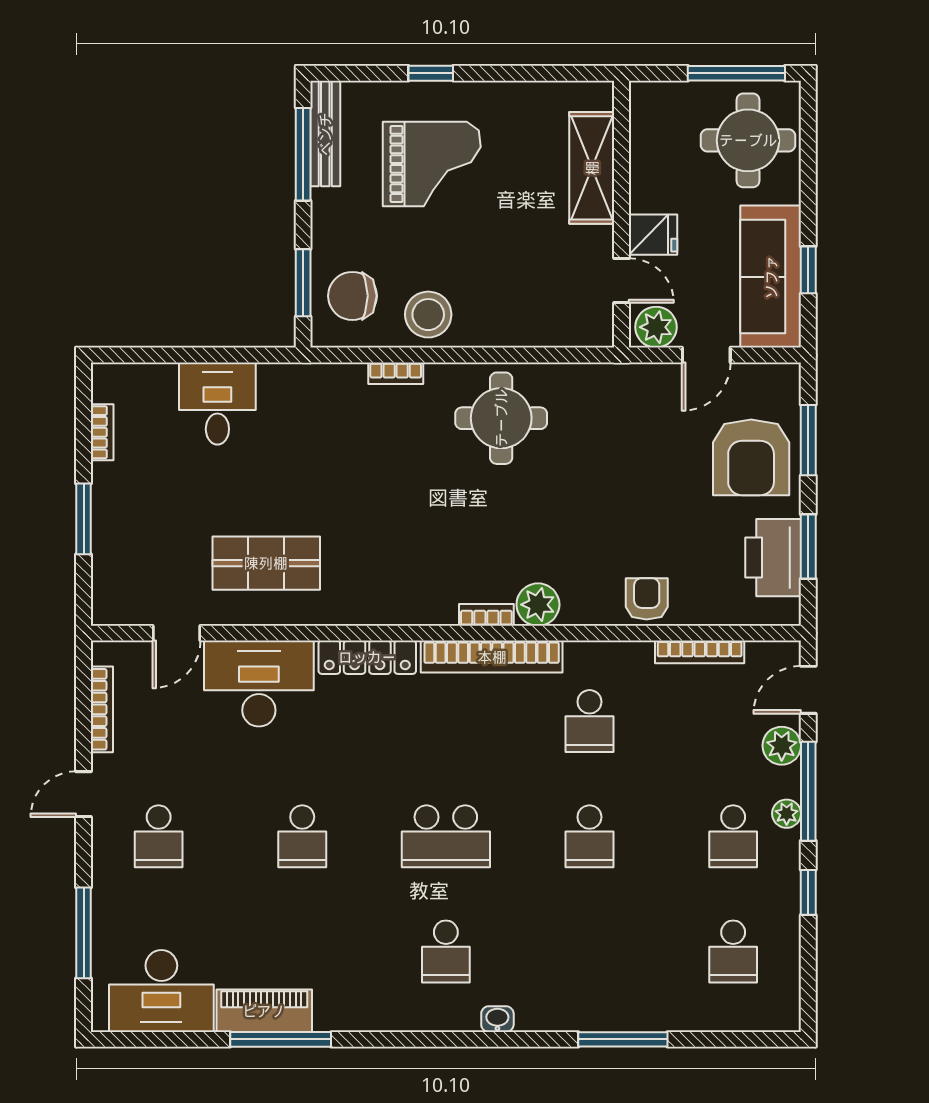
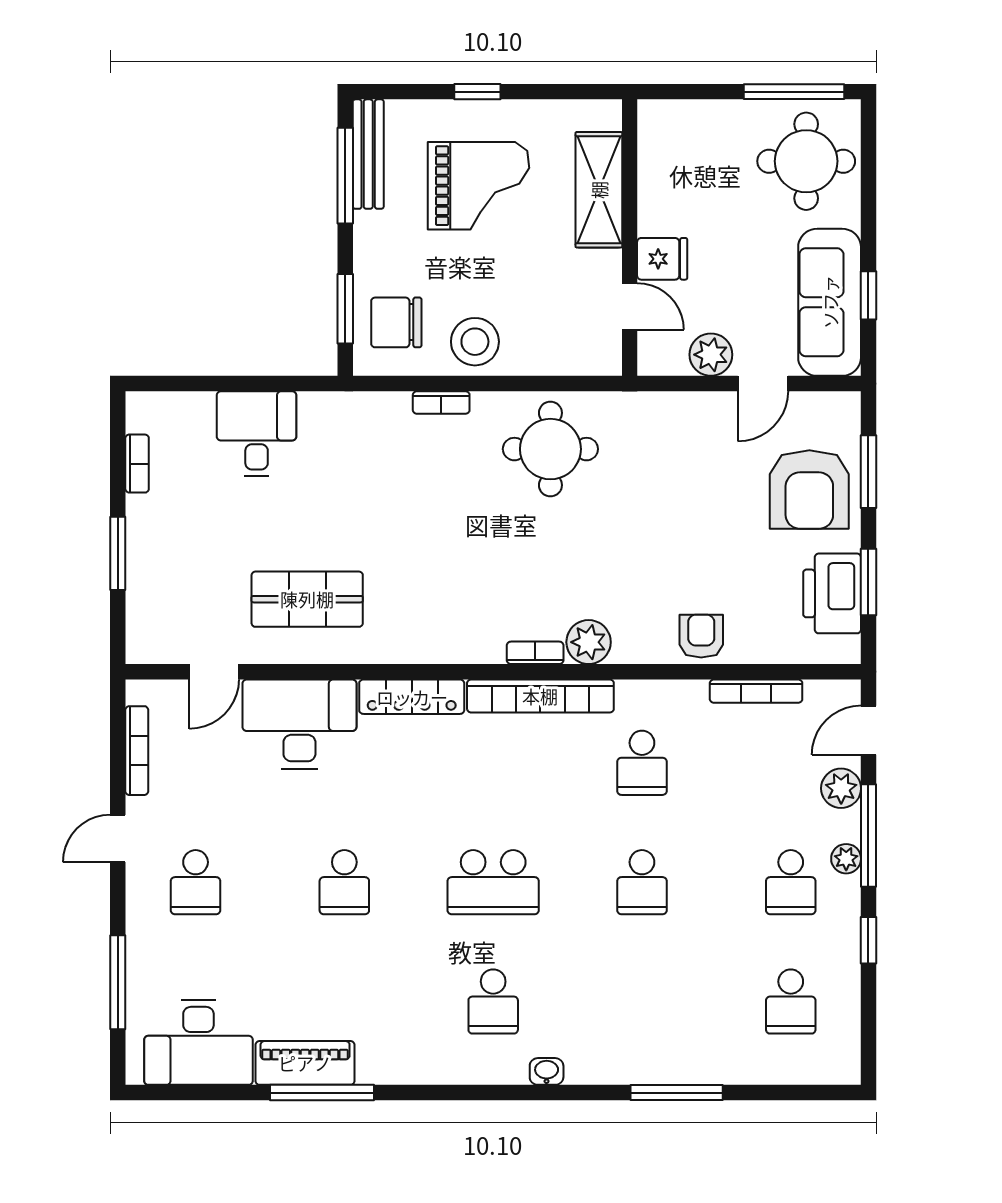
shelving: (592, 168) -> (599, 190), moved
wall: (622, 214) -> (630, 238), moved
fridge: (653, 235) -> (662, 259), moved
door: (622, 281) -> (630, 306), moved

